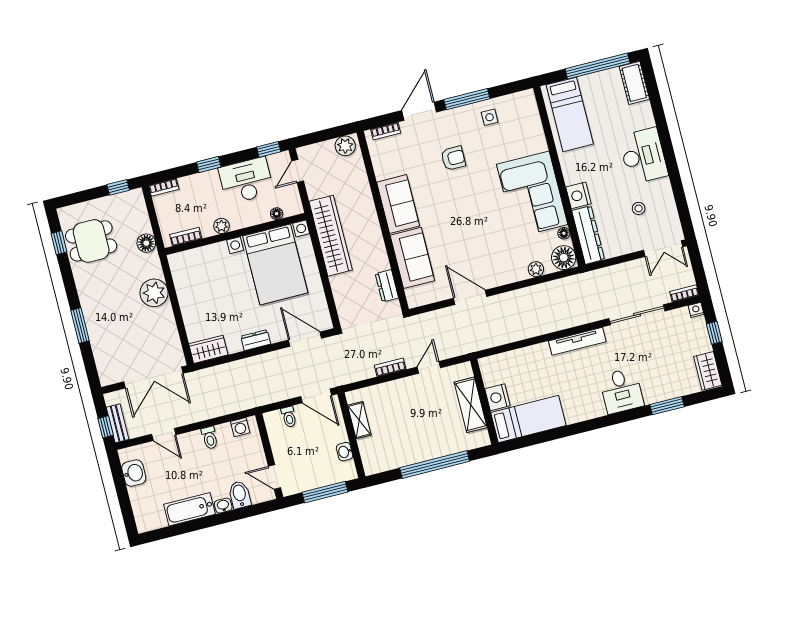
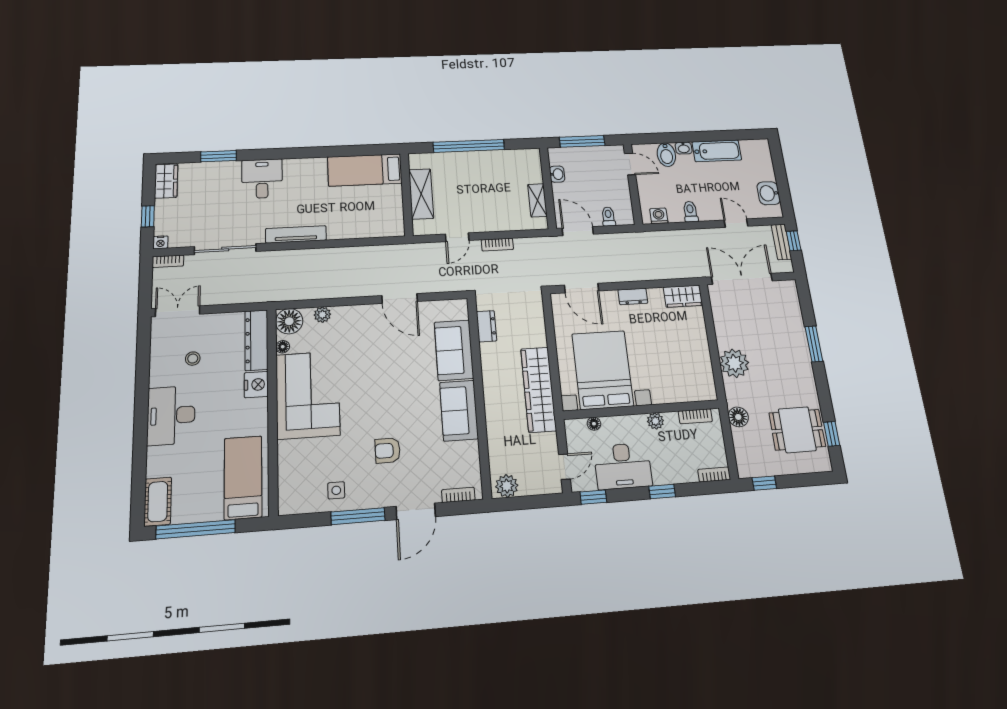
nightstand: (497, 397) -> (392, 196), removed

